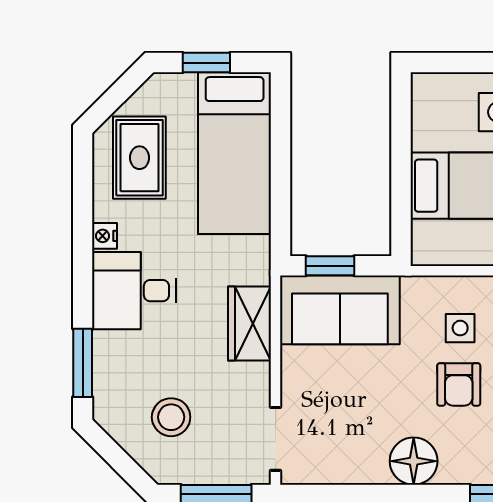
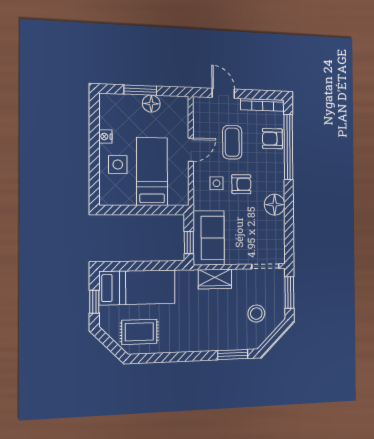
nightstand: (105, 236) -> (176, 347), removed
desk: (134, 291) -> (200, 332), removed

